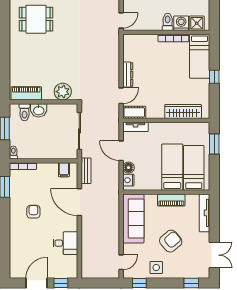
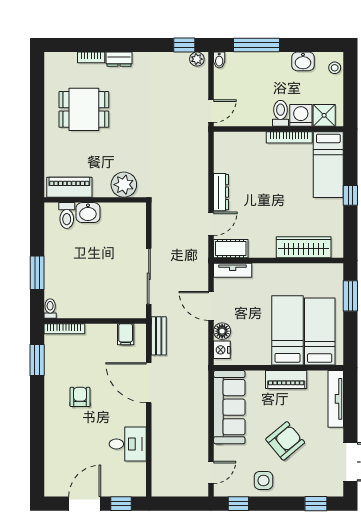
plant: (63, 92) -> (124, 185), moved
piano: (26, 93) -> (69, 187), moved
wall: (44, 102) -> (95, 200), moved
washbasin: (39, 110) -> (88, 213), moved
toilet: (25, 112) -> (67, 215), moved

